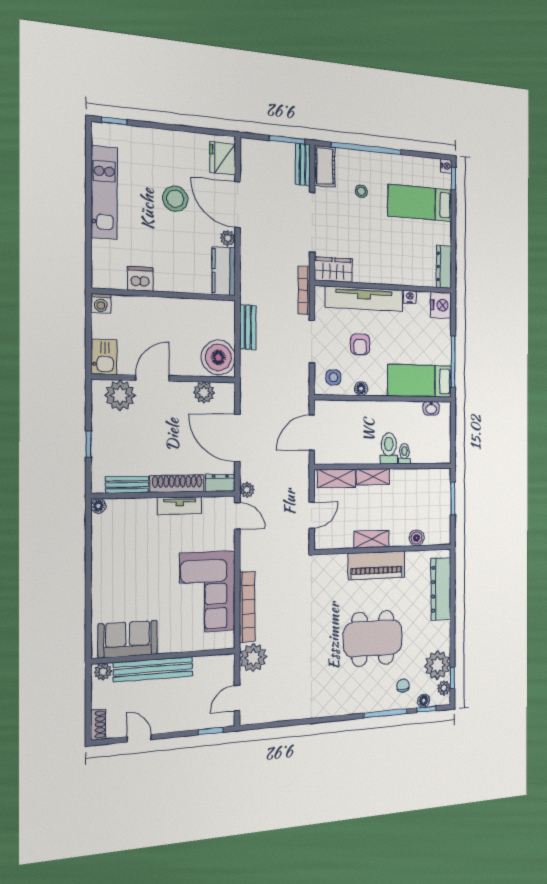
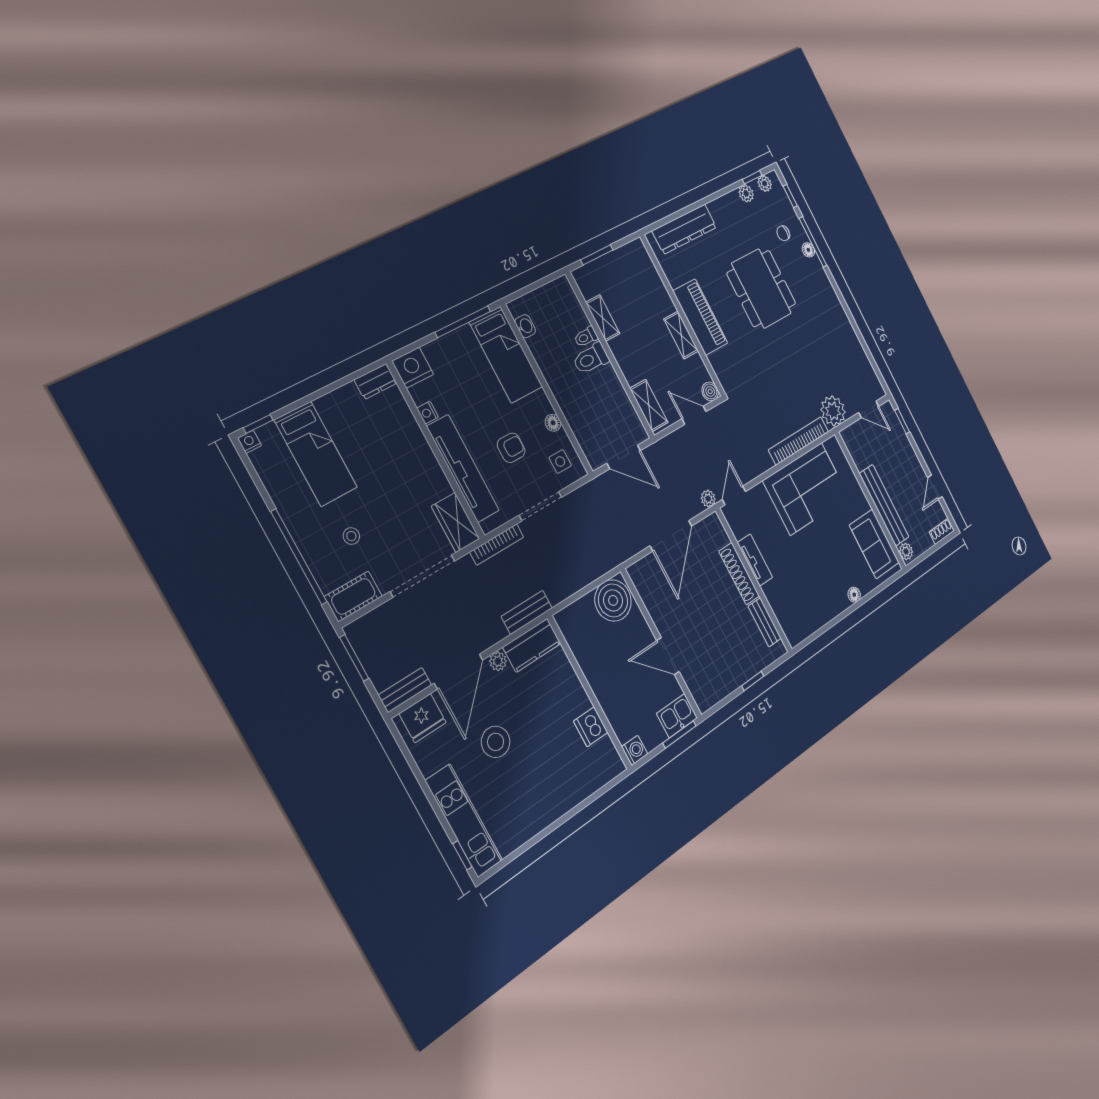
bench: (303, 165) -> (405, 690), moved
kitchen unit: (104, 192) -> (464, 820), moved, turned 90
dresser: (444, 267) -> (376, 382), width x0.70
bench: (248, 327) -> (527, 612), moved
window: (88, 350) -> (679, 734), added
plant: (204, 393) -> (651, 596), removed
plant: (120, 395) -> (699, 678), removed
shelving: (373, 477) -> (603, 318), moved
dresser: (220, 483) -> (716, 530), removed
floor lamp: (98, 506) -> (854, 595), moved
boiler: (417, 538) -> (710, 391), moved
plant: (437, 665) -> (746, 193), width x0.53, depth x0.53
floor lamp: (424, 701) -> (808, 250), moved

